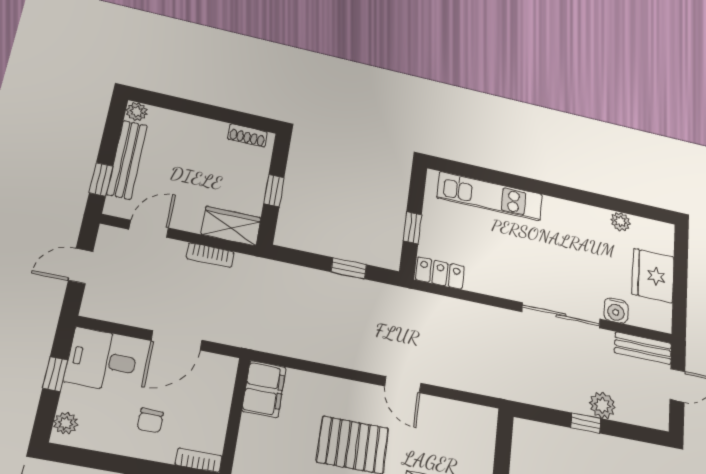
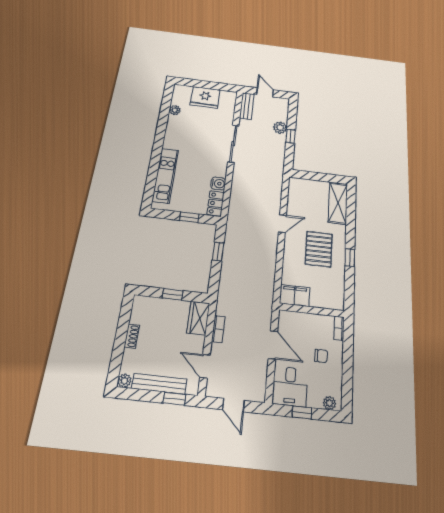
shoe rack: (247, 135) -> (132, 336), moved
water cooler: (616, 310) -> (218, 184), moved

